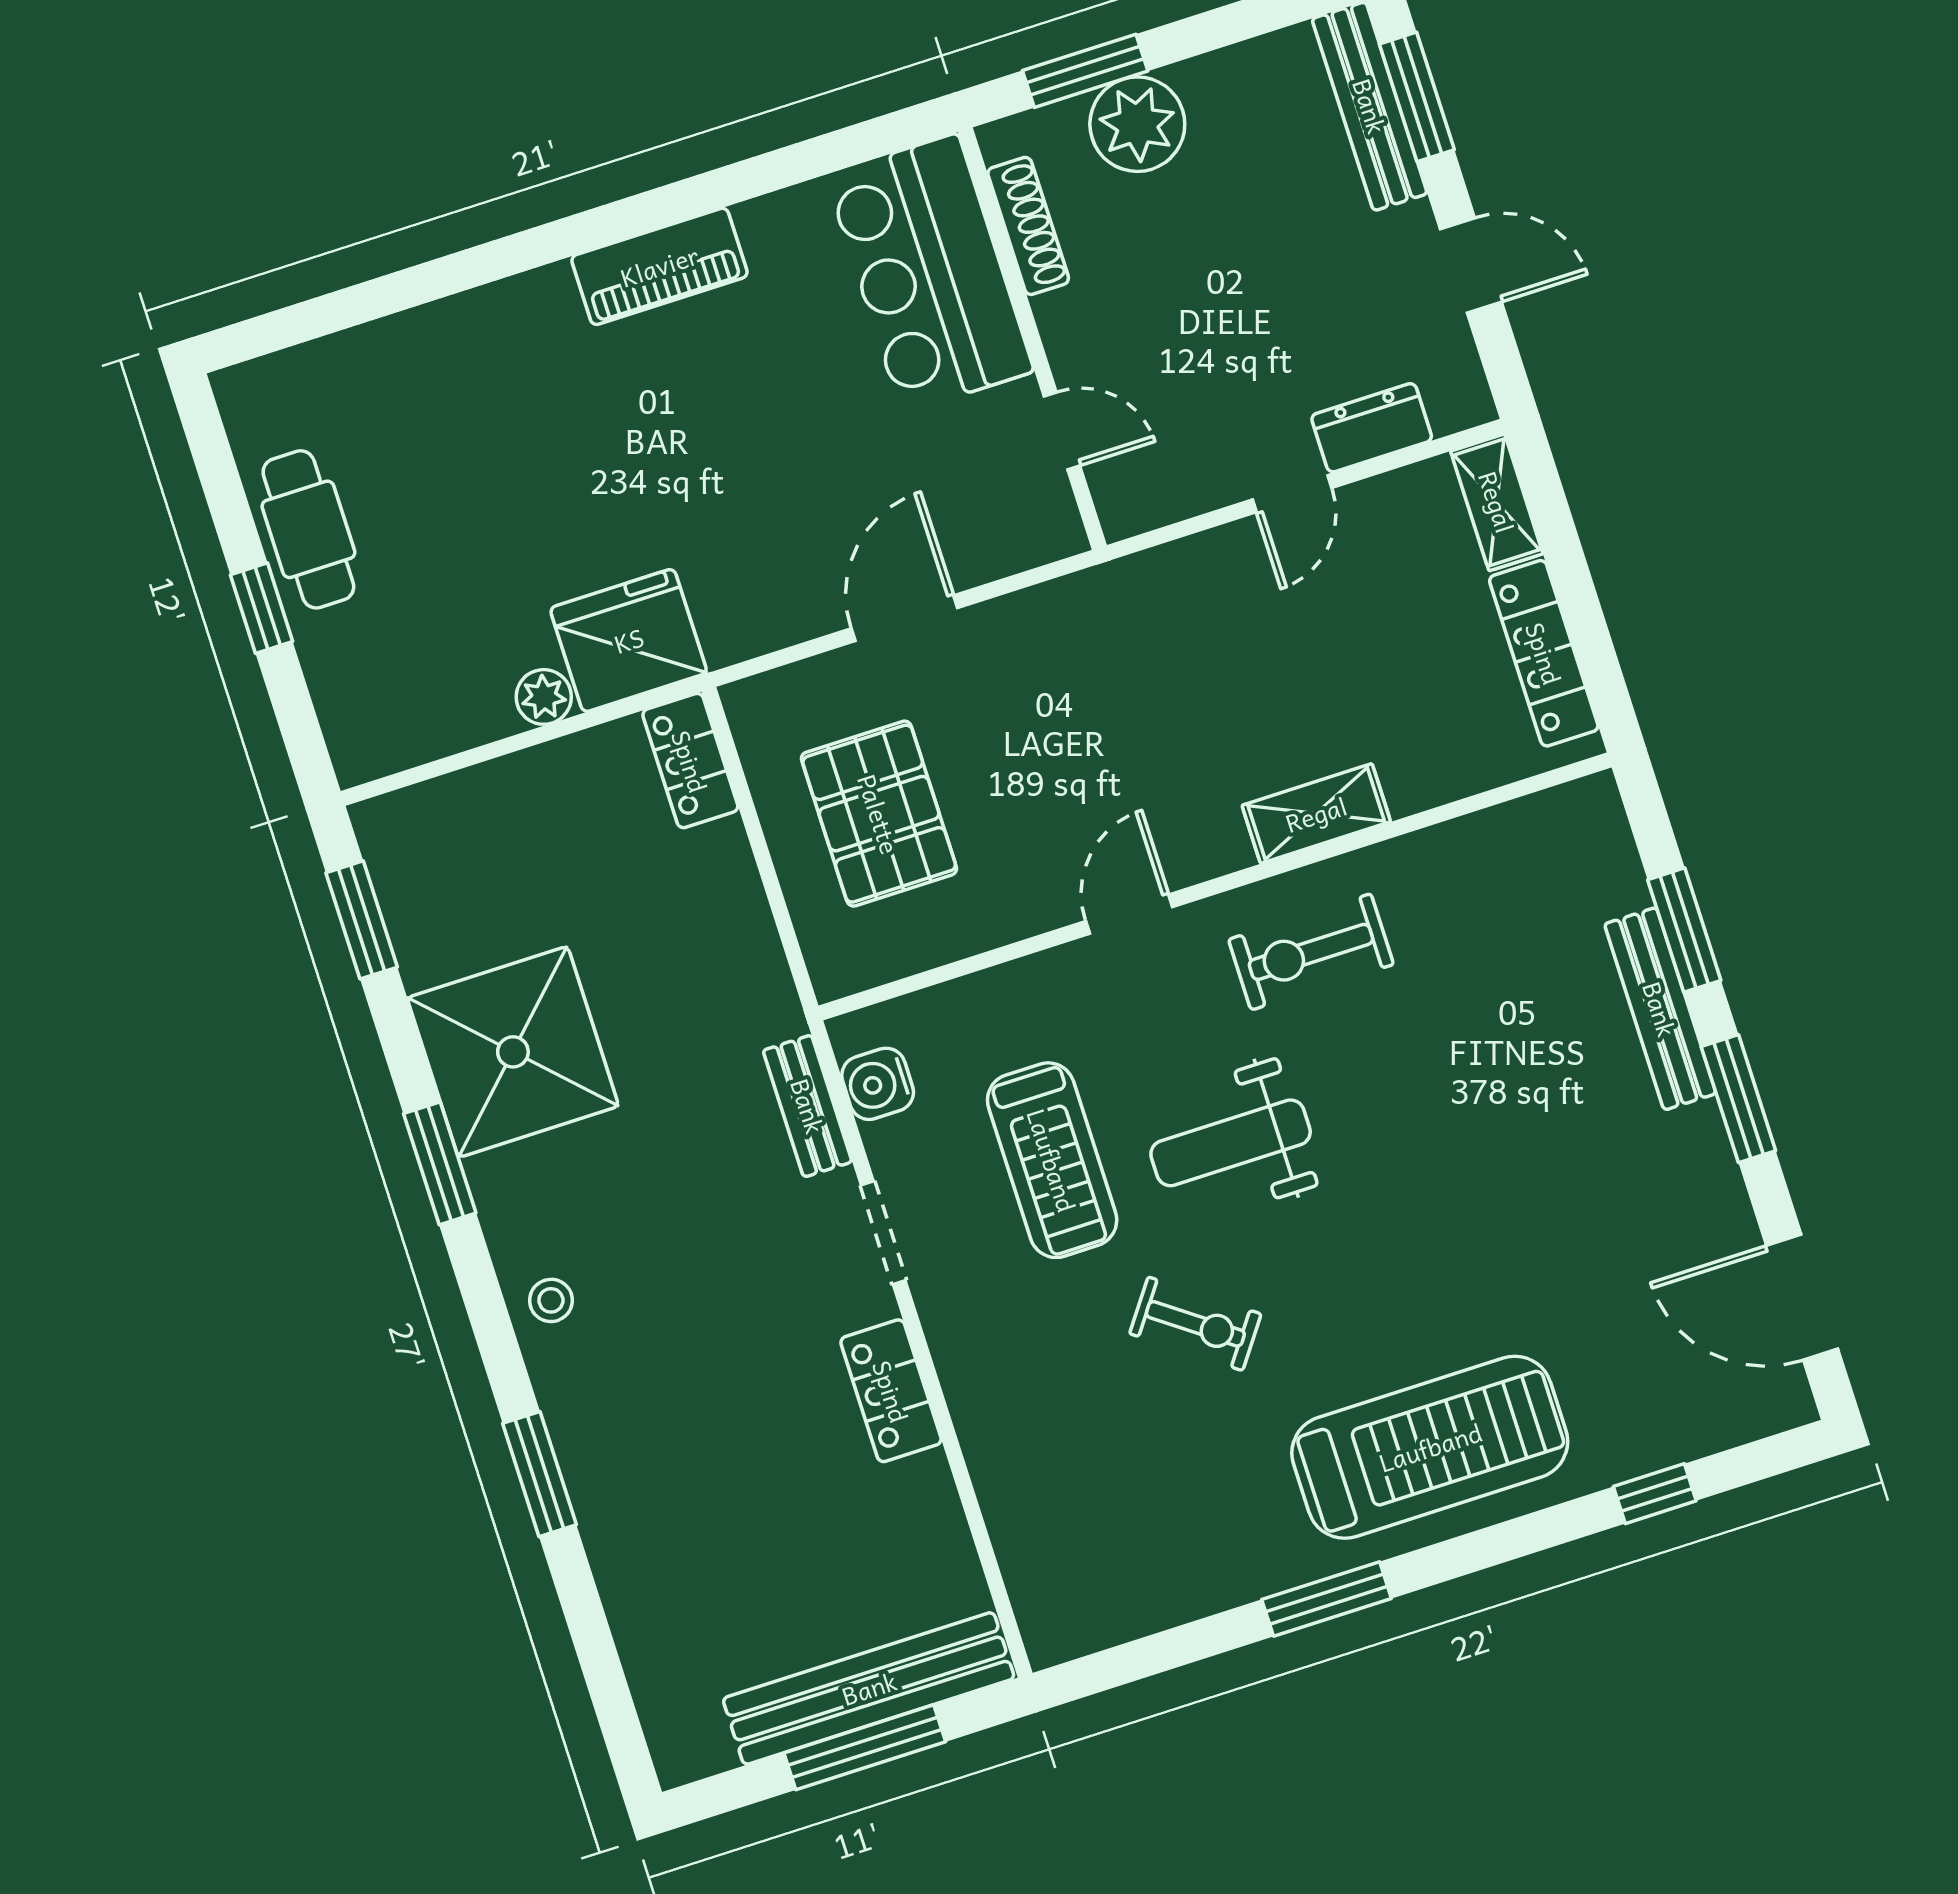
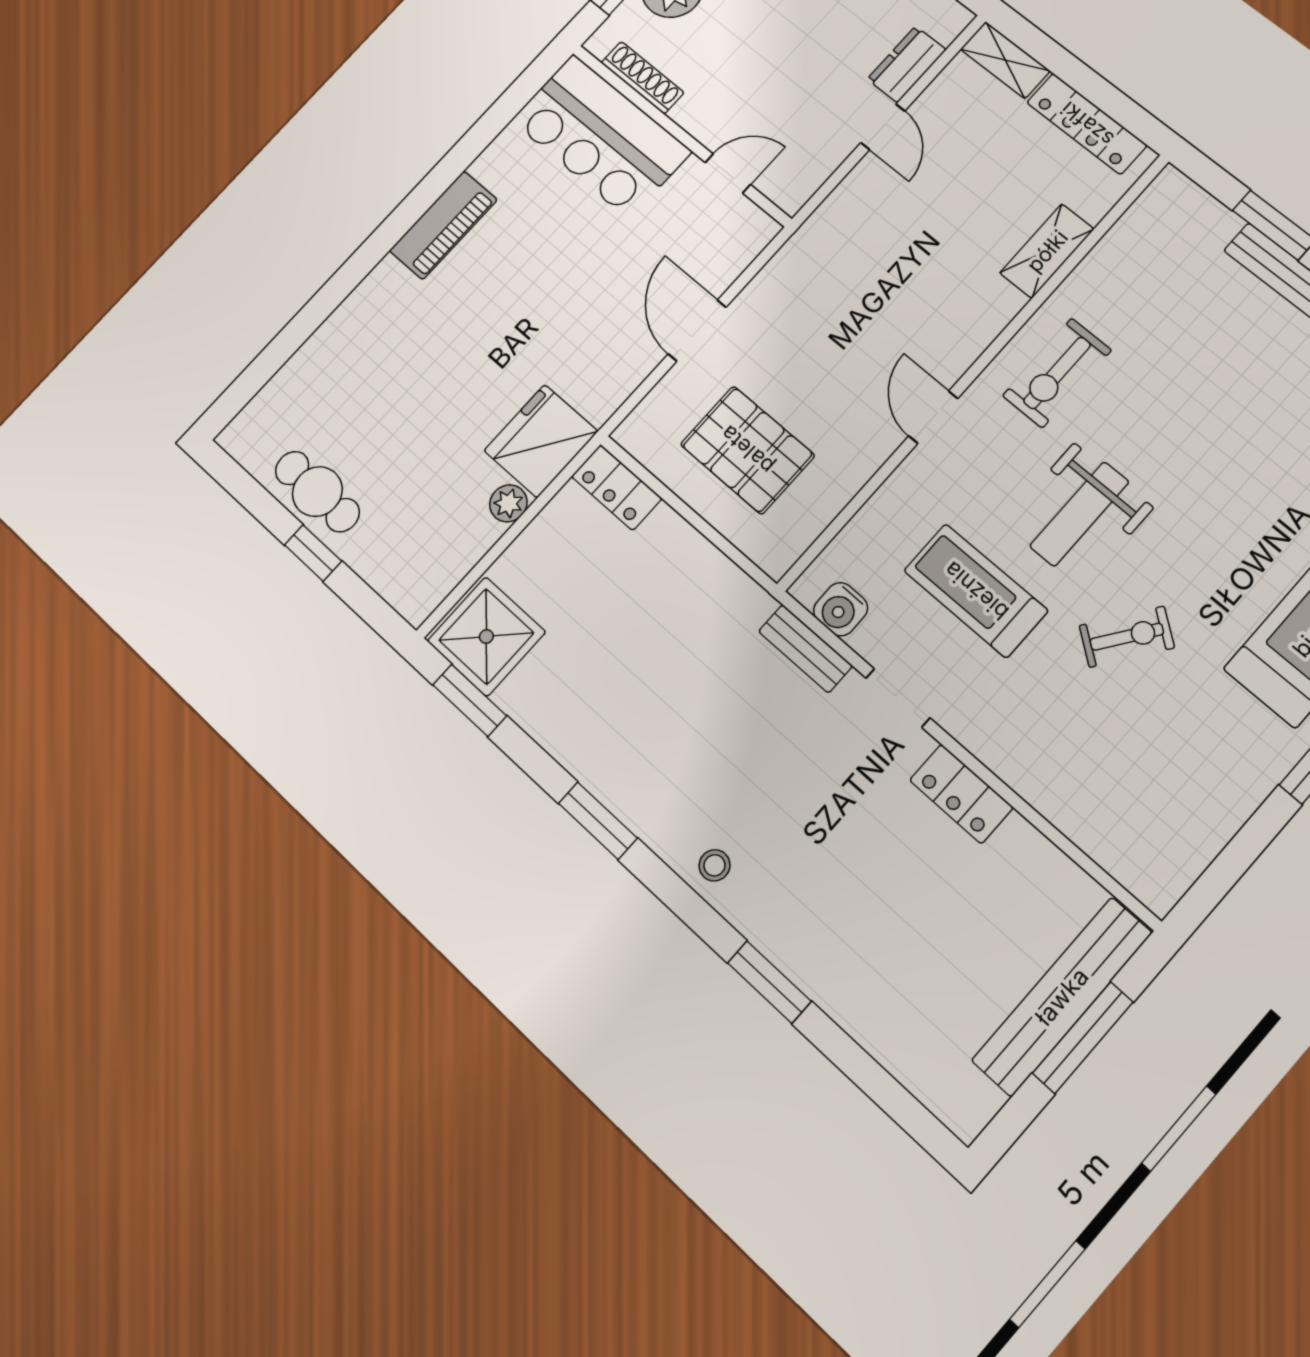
shelving: (1316, 814) -> (1047, 251), moved
shower: (513, 1052) -> (486, 637), moved, width x0.73, depth x0.73
treadmill: (1052, 1160) -> (976, 591), turned 180

